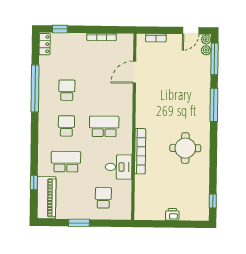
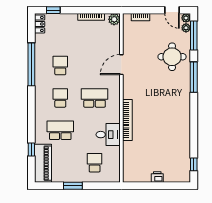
door: (191, 31) -> (172, 10), hinge flipped
plant: (127, 40) -> (114, 19), added
door: (134, 72) -> (121, 65), moved
round table: (185, 148) -> (172, 57), moved

